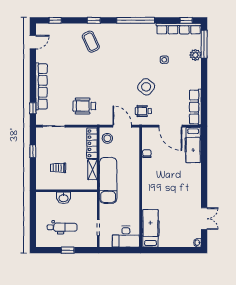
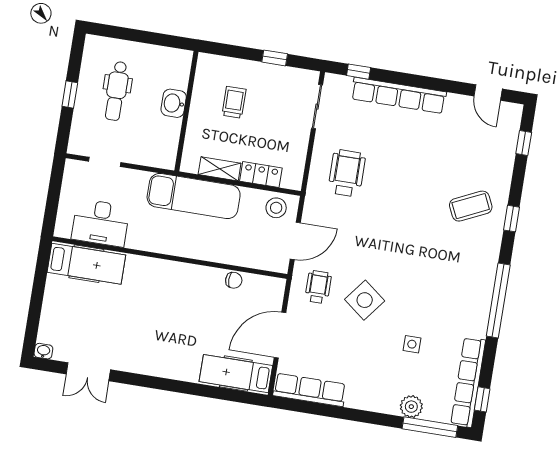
locker: (92, 143) -> (261, 175), width x0.66
desk: (126, 237) -> (101, 223), moved, turned -90

